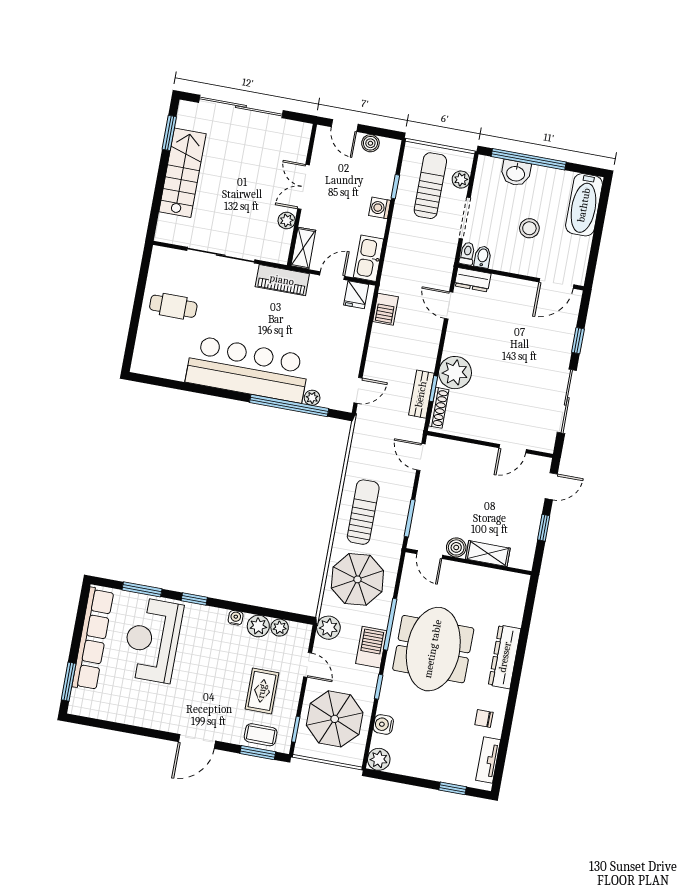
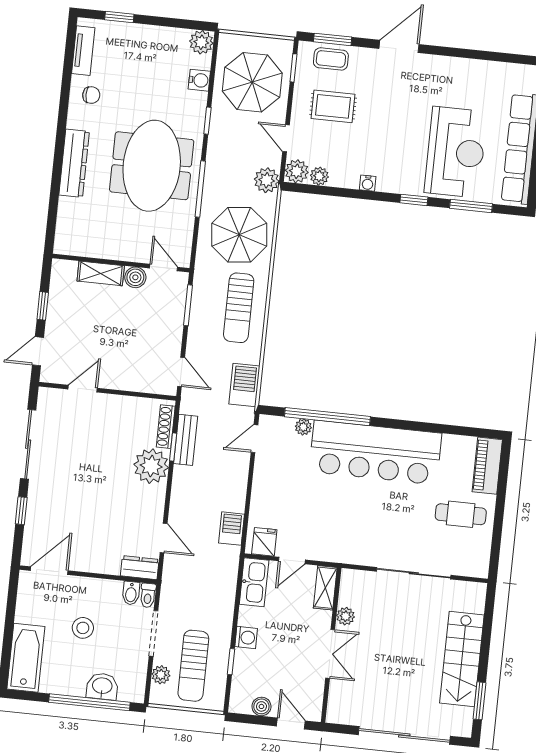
piano: (282, 280) -> (487, 466), moved, turned -90
plant: (258, 626) -> (297, 171), moved
barbecue: (371, 647) -> (244, 385), moved, turned 180
rug: (262, 691) -> (333, 106), turned 90

